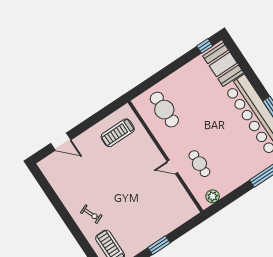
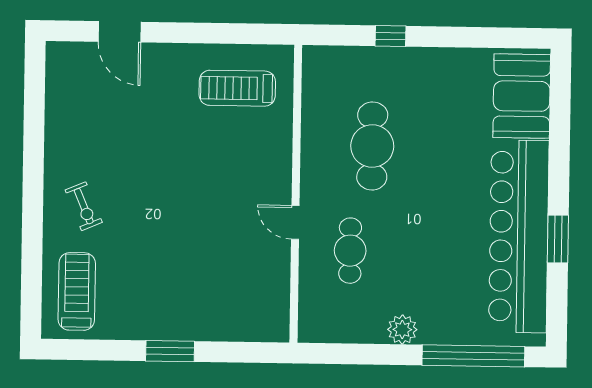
window: (205, 46) -> (390, 36), moved
cafe table: (164, 110) -> (372, 146), moved
plant: (213, 196) -> (402, 330), moved

